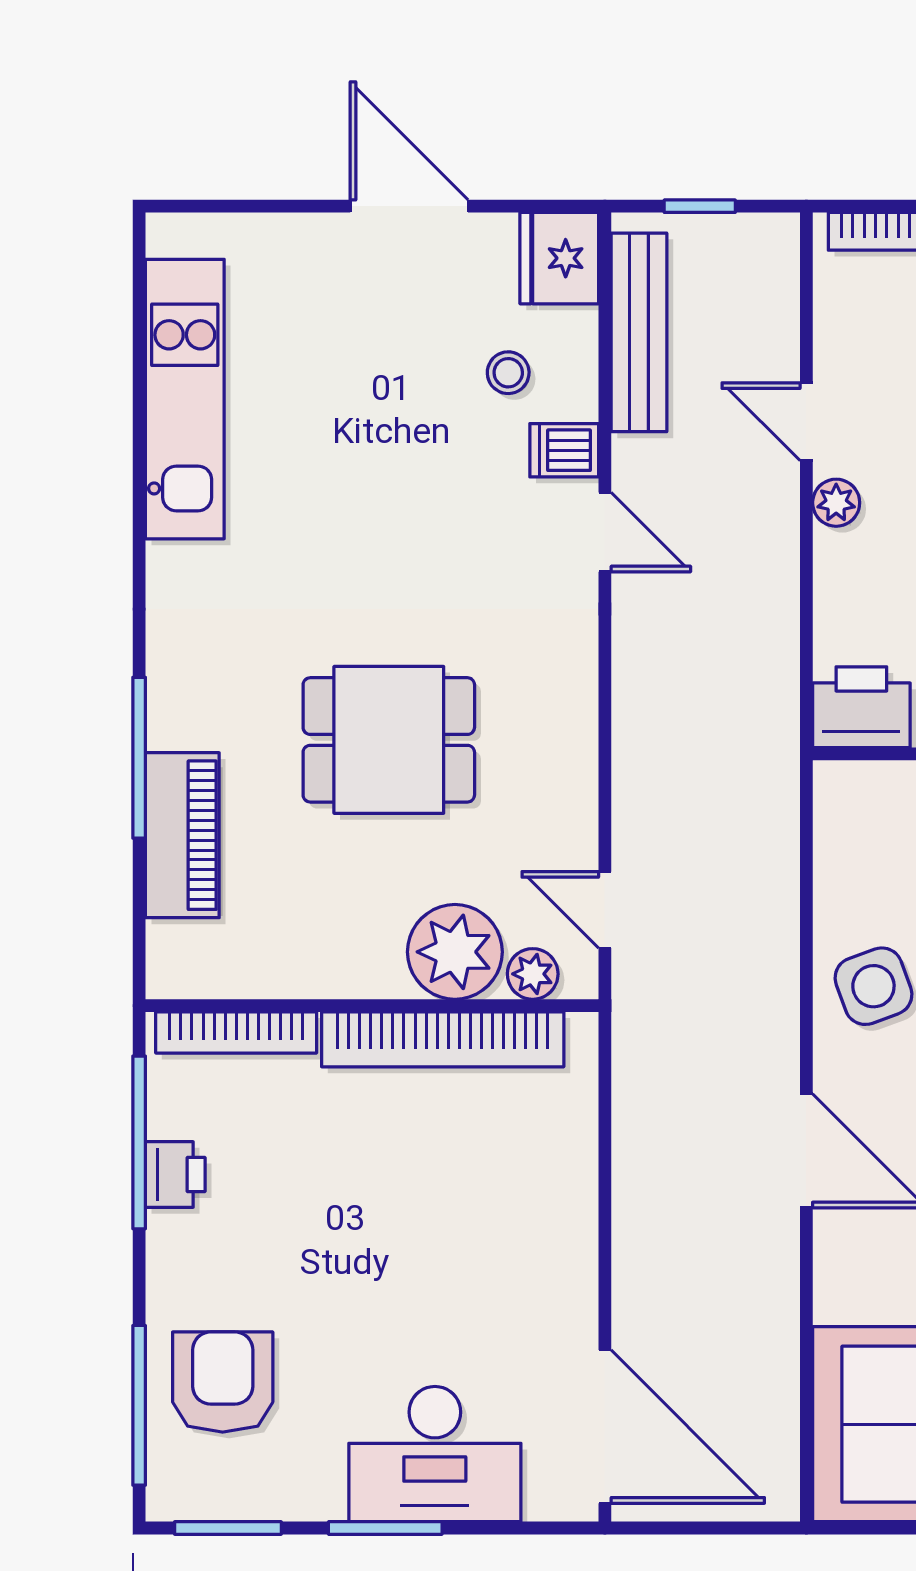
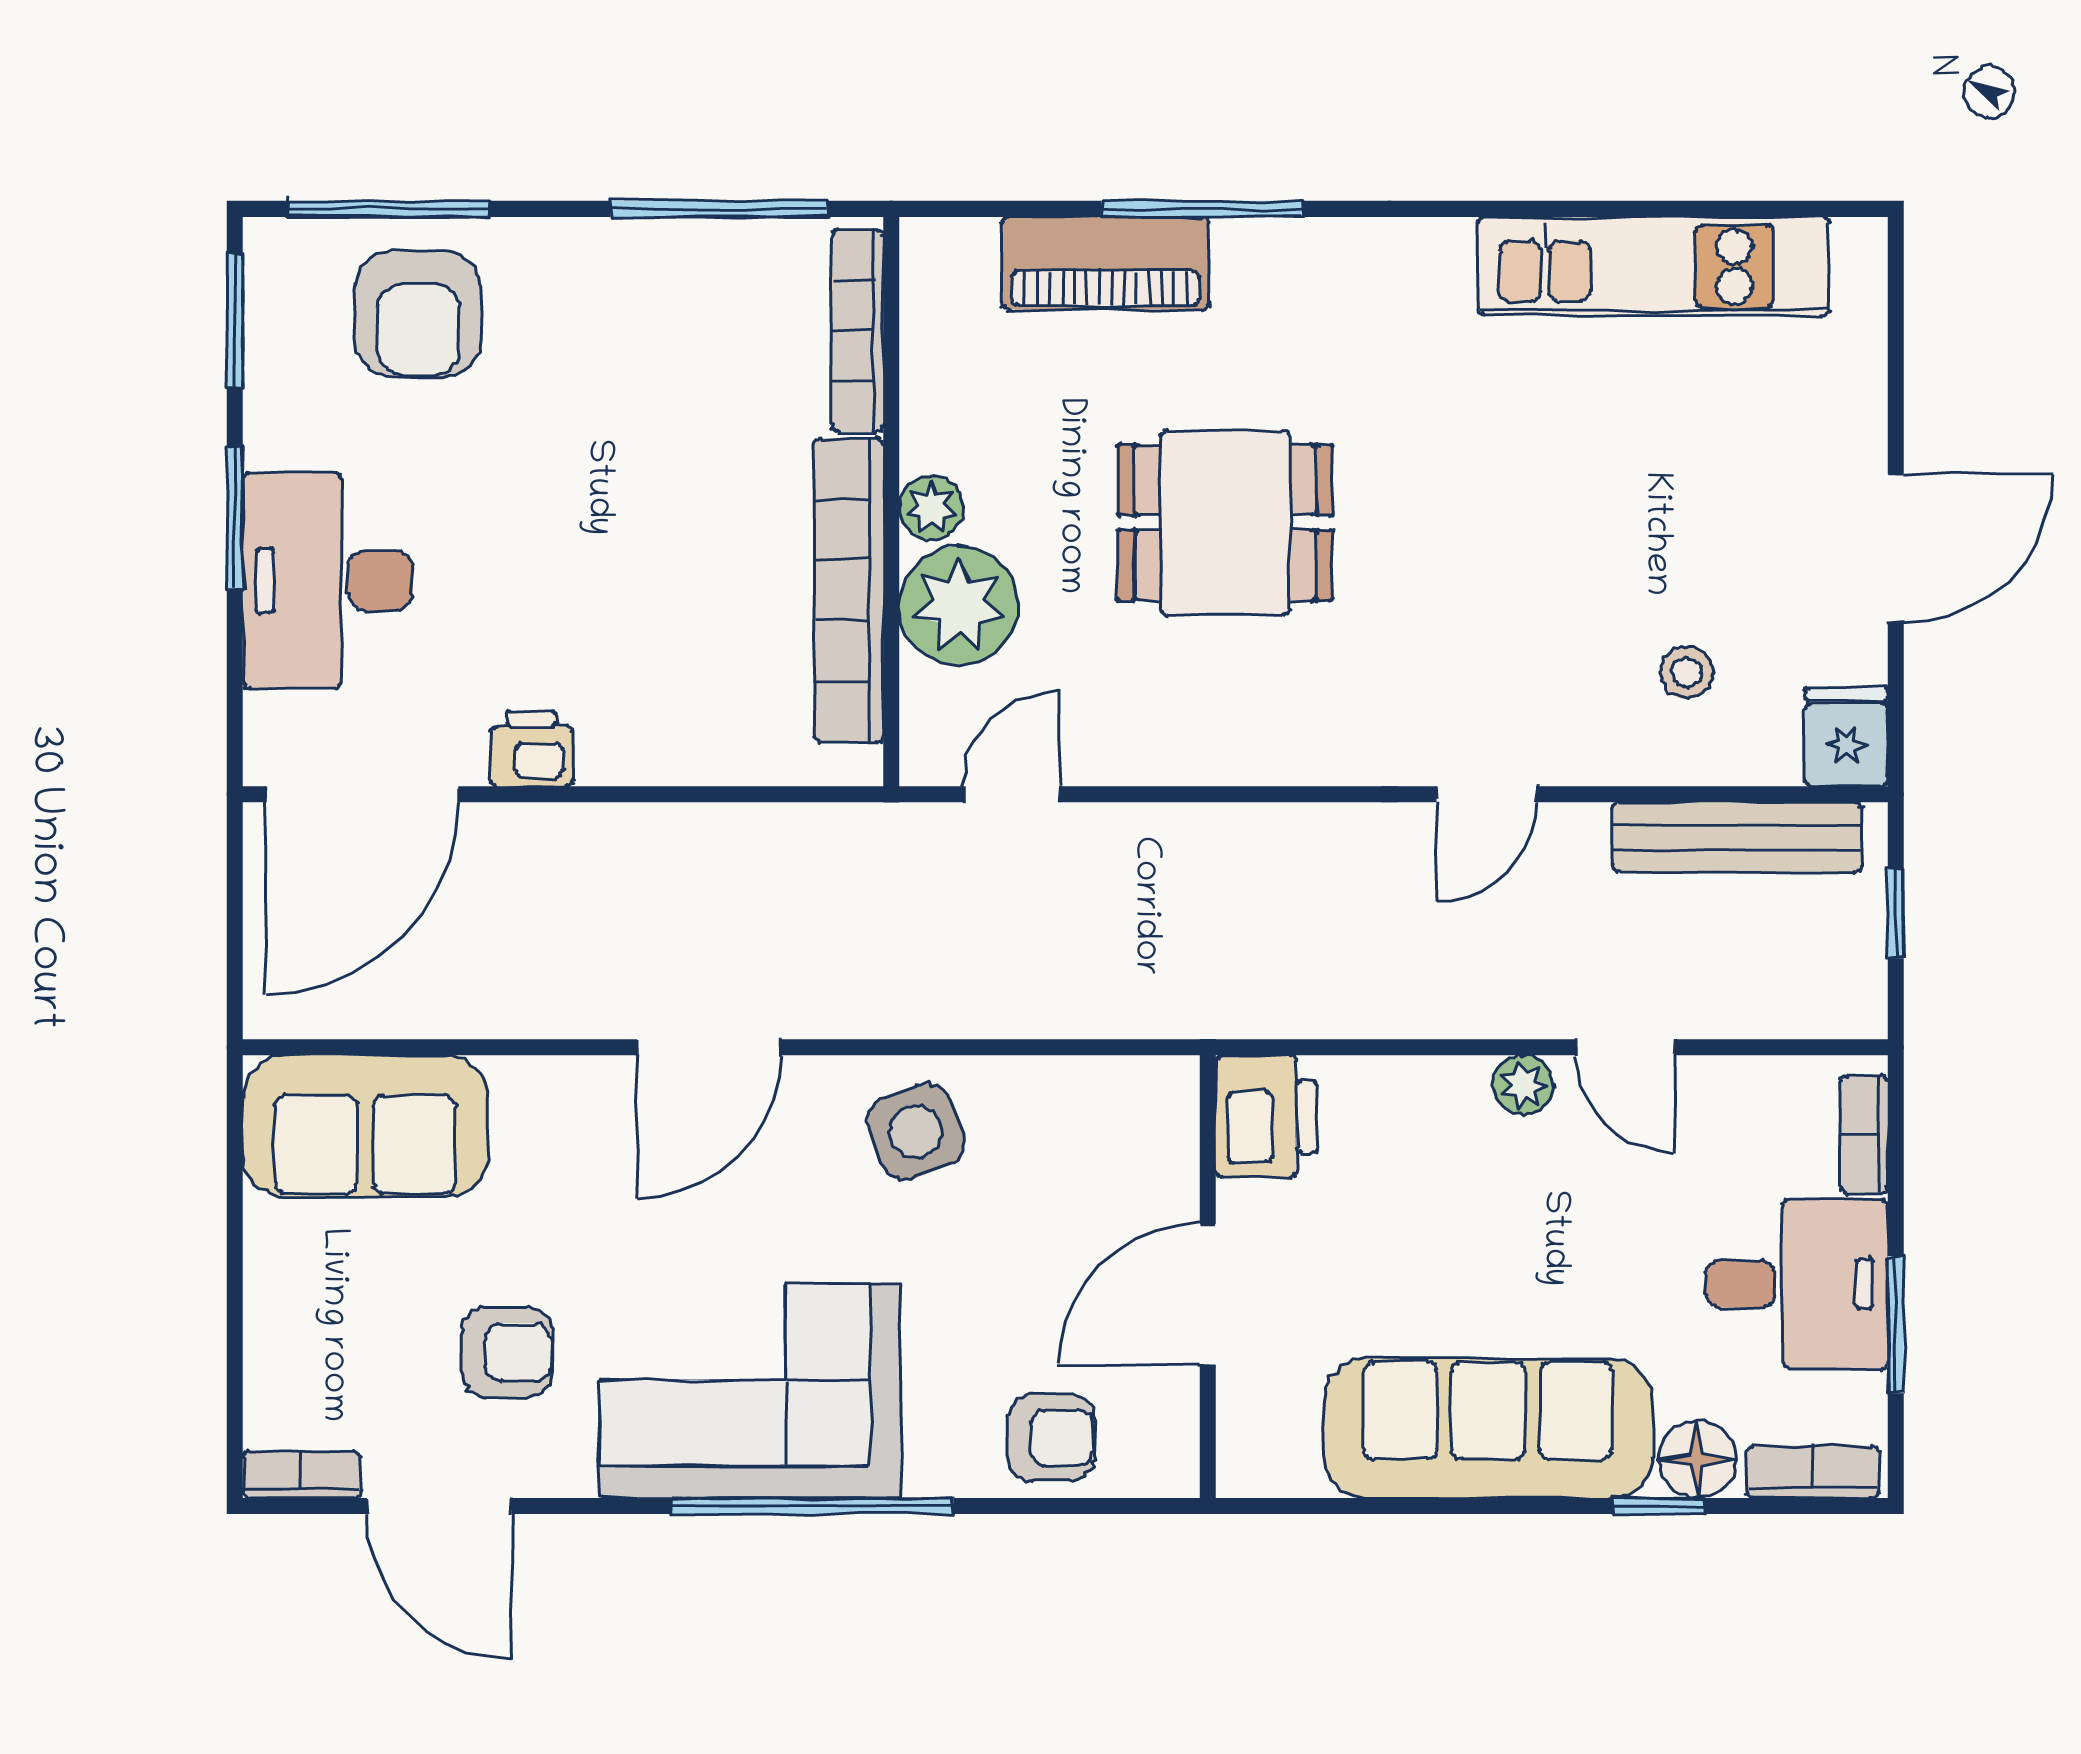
fridge: (559, 258) -> (1846, 737), width x0.72
door: (806, 422) -> (1625, 1047), swing flipped
dishwasher: (564, 450) -> (1589, 743), removed
dining table: (389, 740) -> (1225, 523), turned 90
plant: (533, 974) -> (931, 508), moved
printer: (175, 1174) -> (531, 749), moved, turned 180
armchair: (223, 1382) -> (418, 314), turned 90

